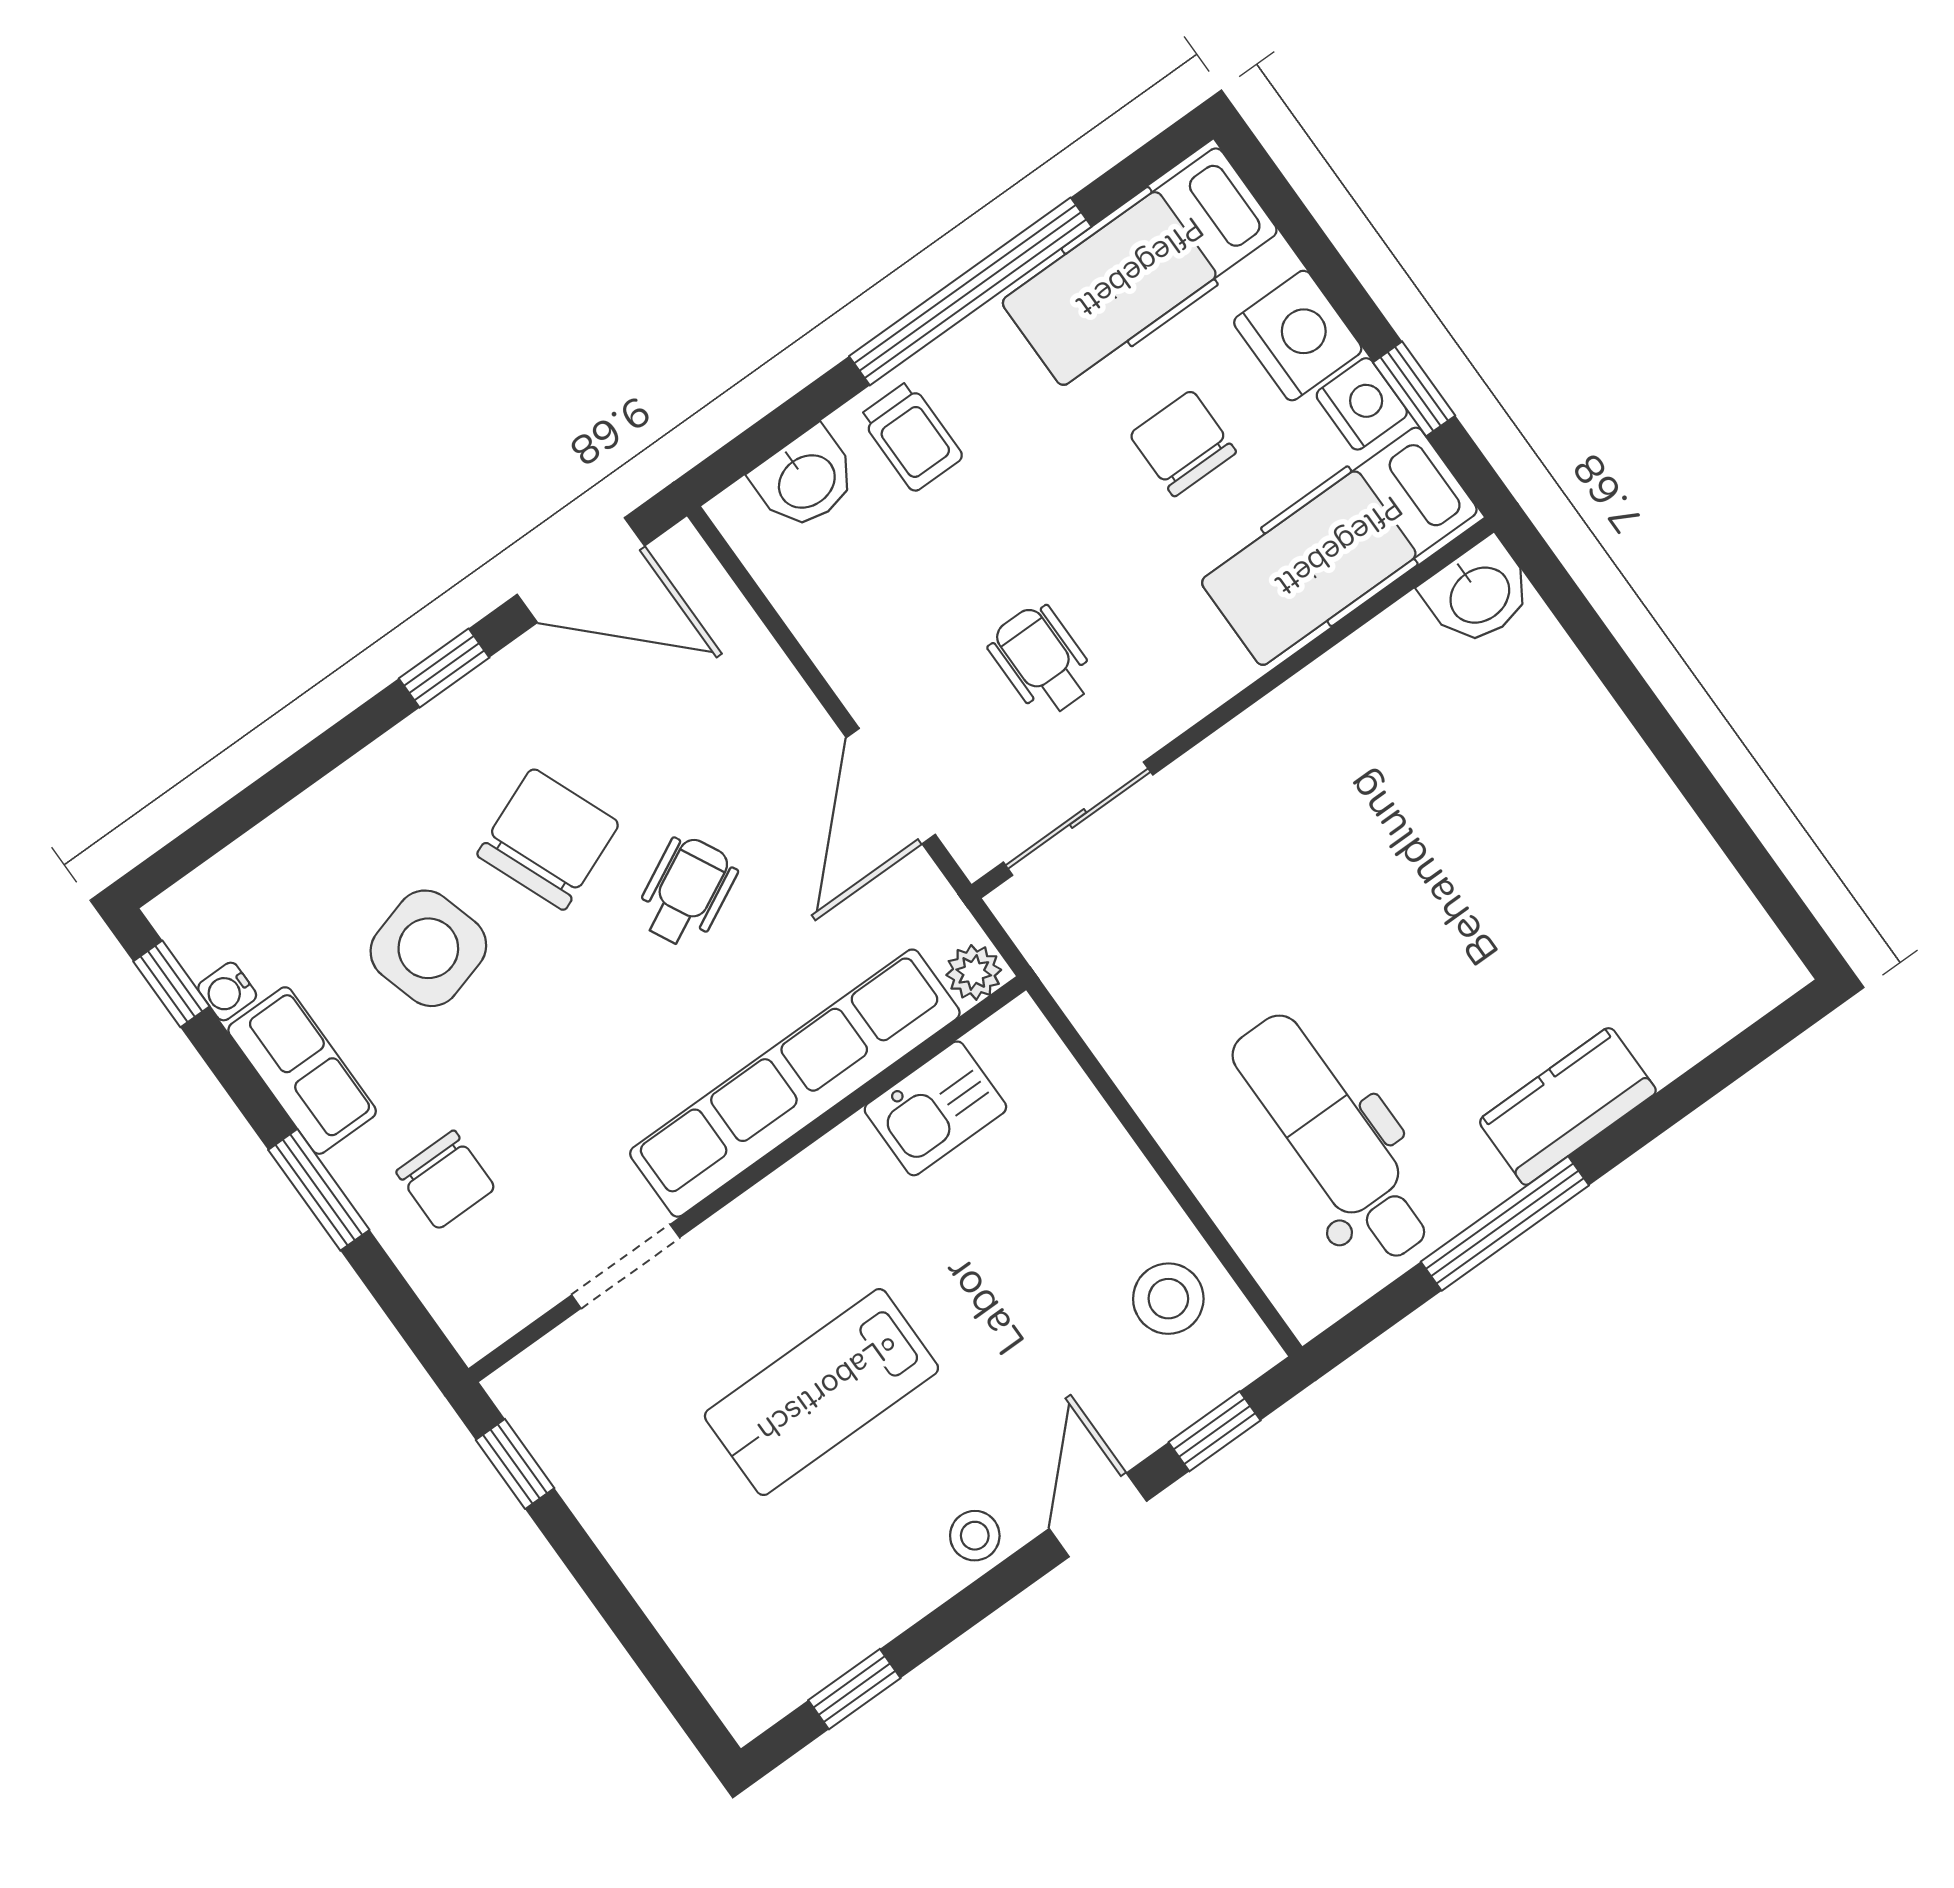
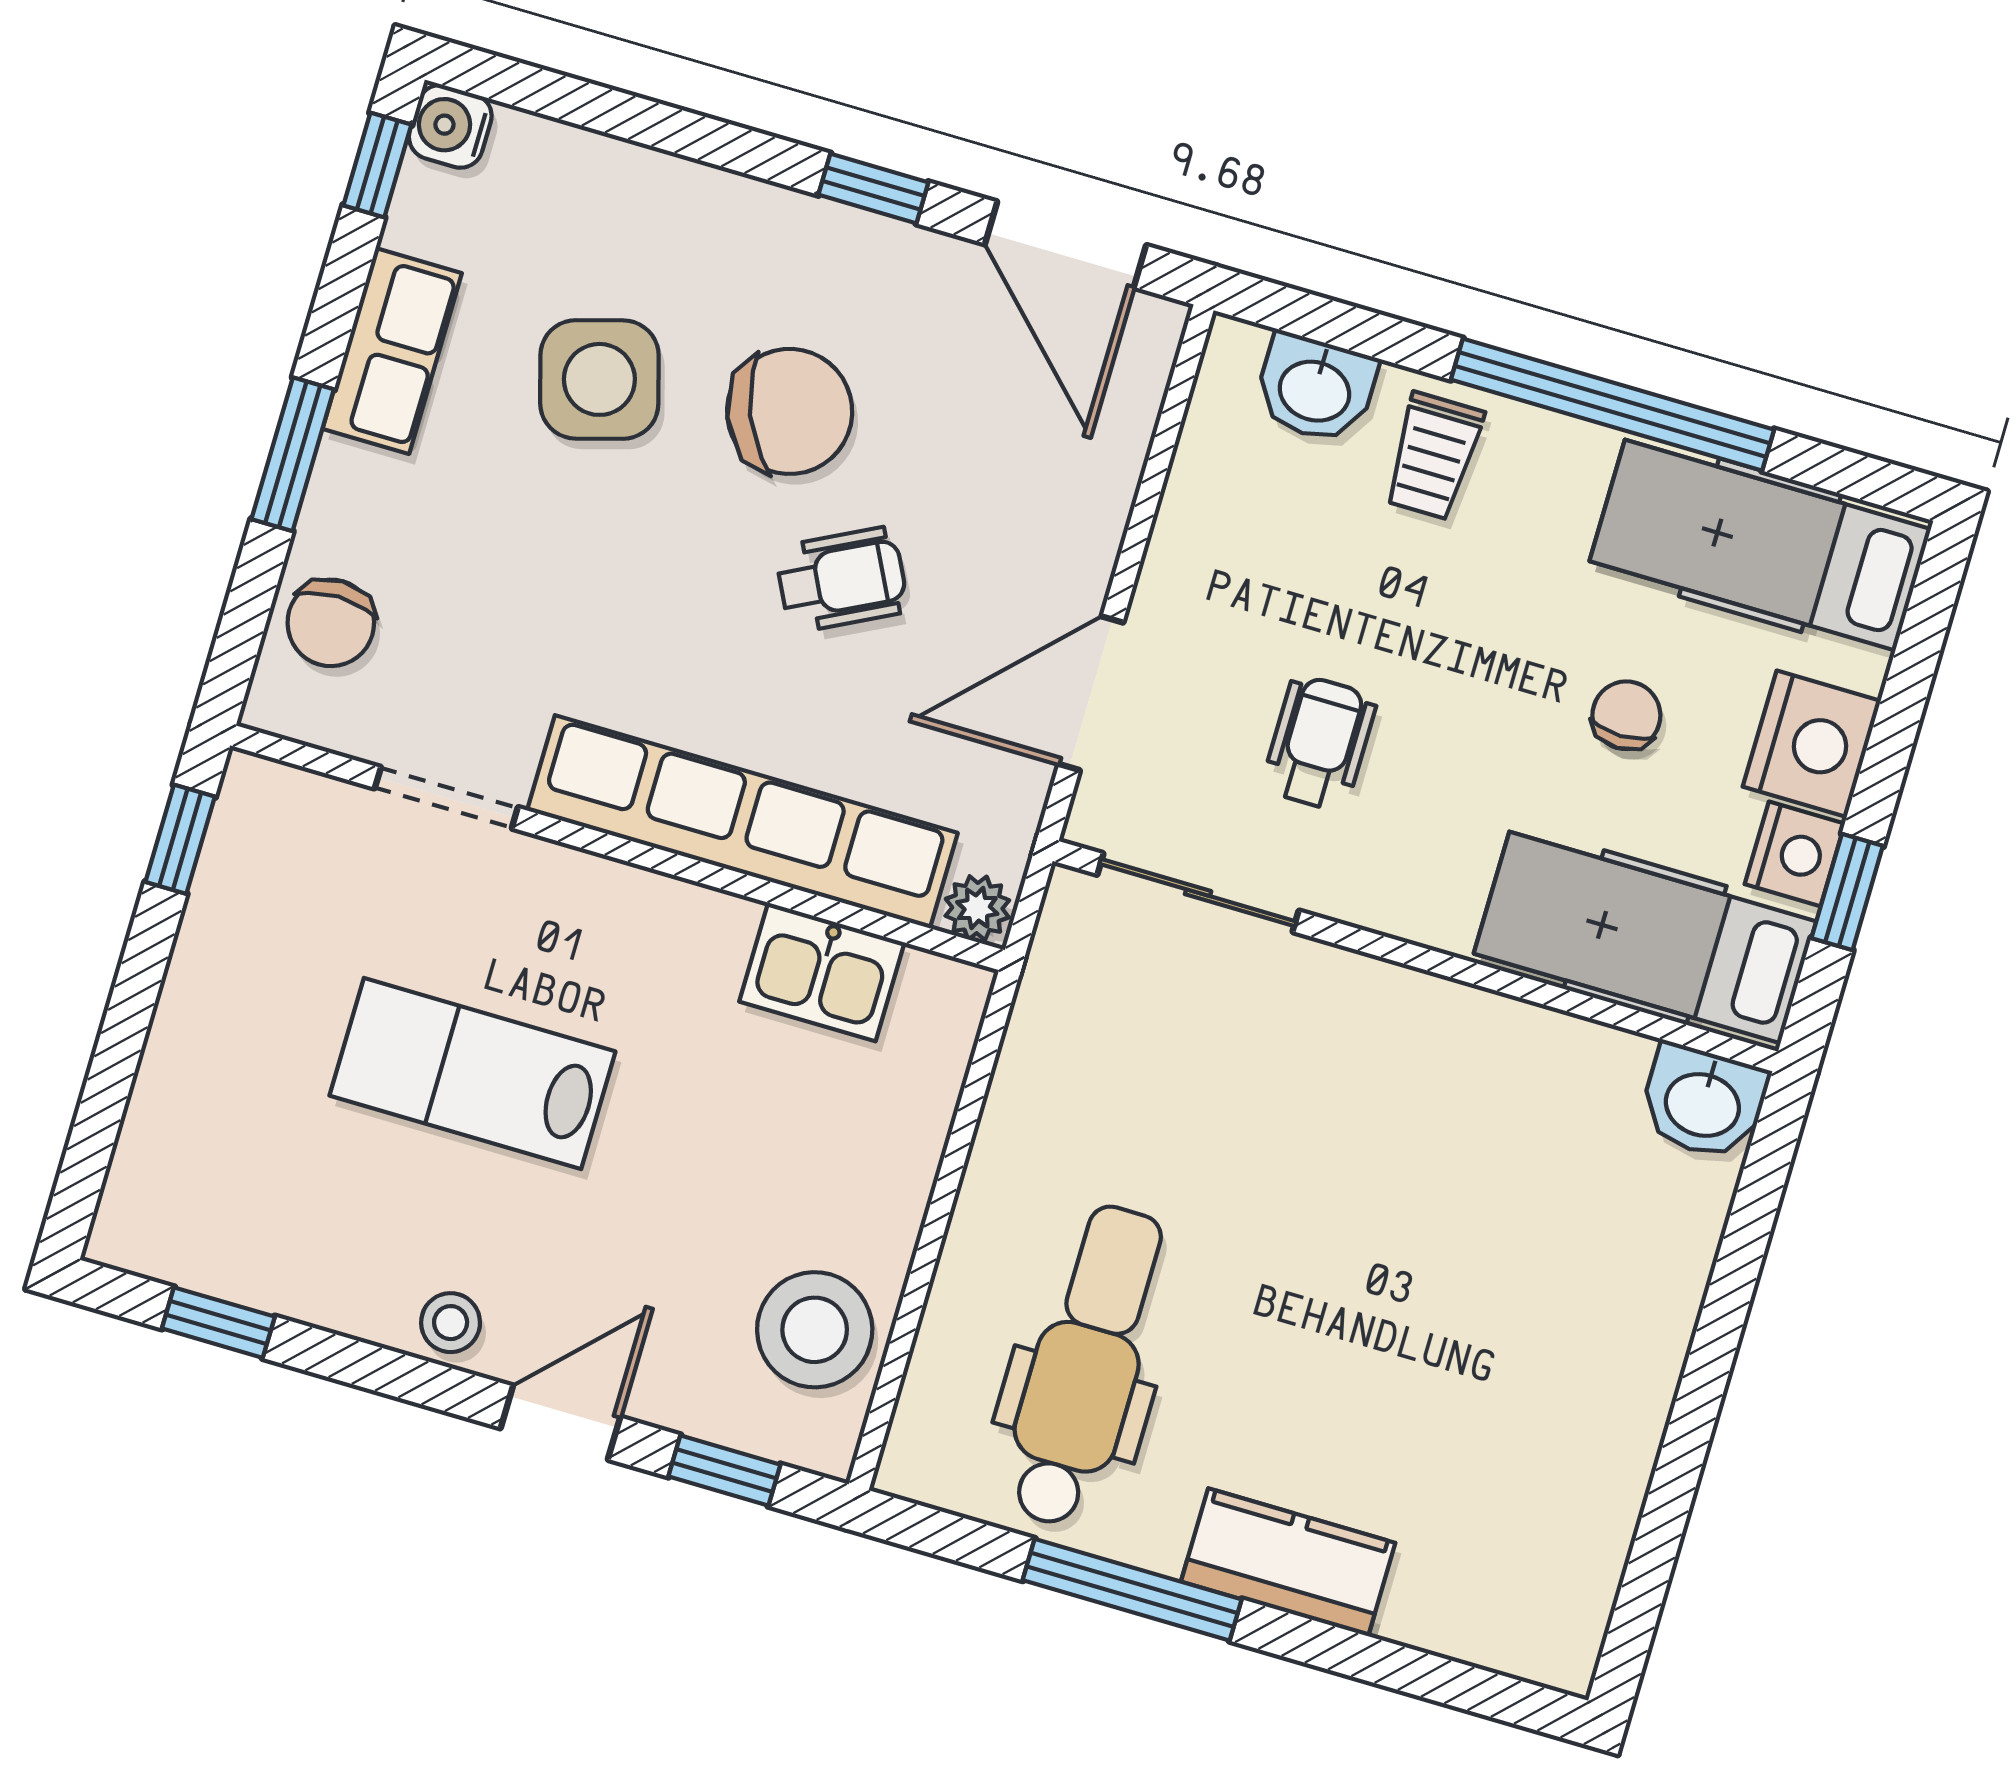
chair: (1183, 443) -> (1626, 715), width x0.73, depth x0.73
water cooler: (227, 992) -> (450, 126), moved, width x1.38, depth x1.38
chair: (446, 1180) -> (331, 623), moved
stool: (1168, 1299) -> (815, 1330), width x1.38, depth x1.38

